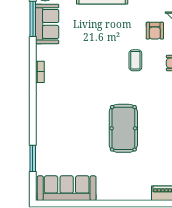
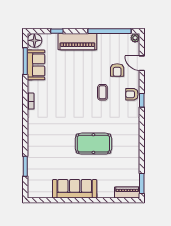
pool table: (123, 128) -> (93, 144), turned 90
sofa: (67, 188) -> (75, 189), moved

